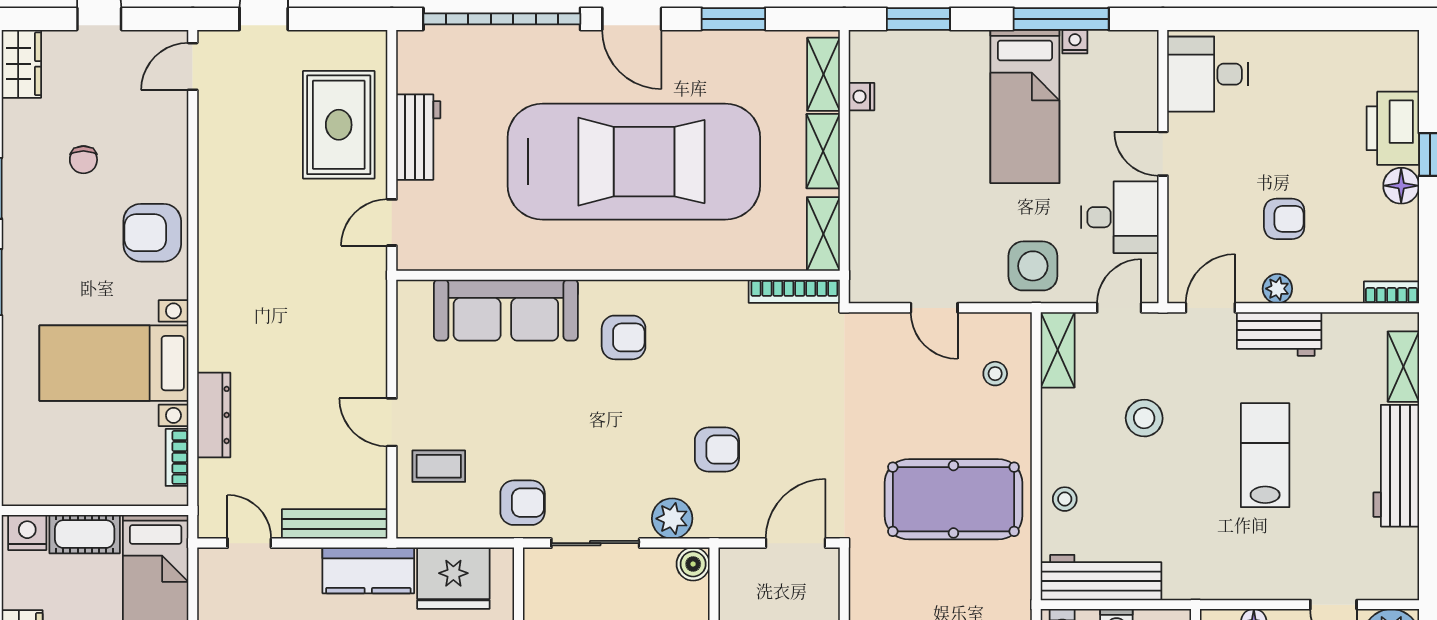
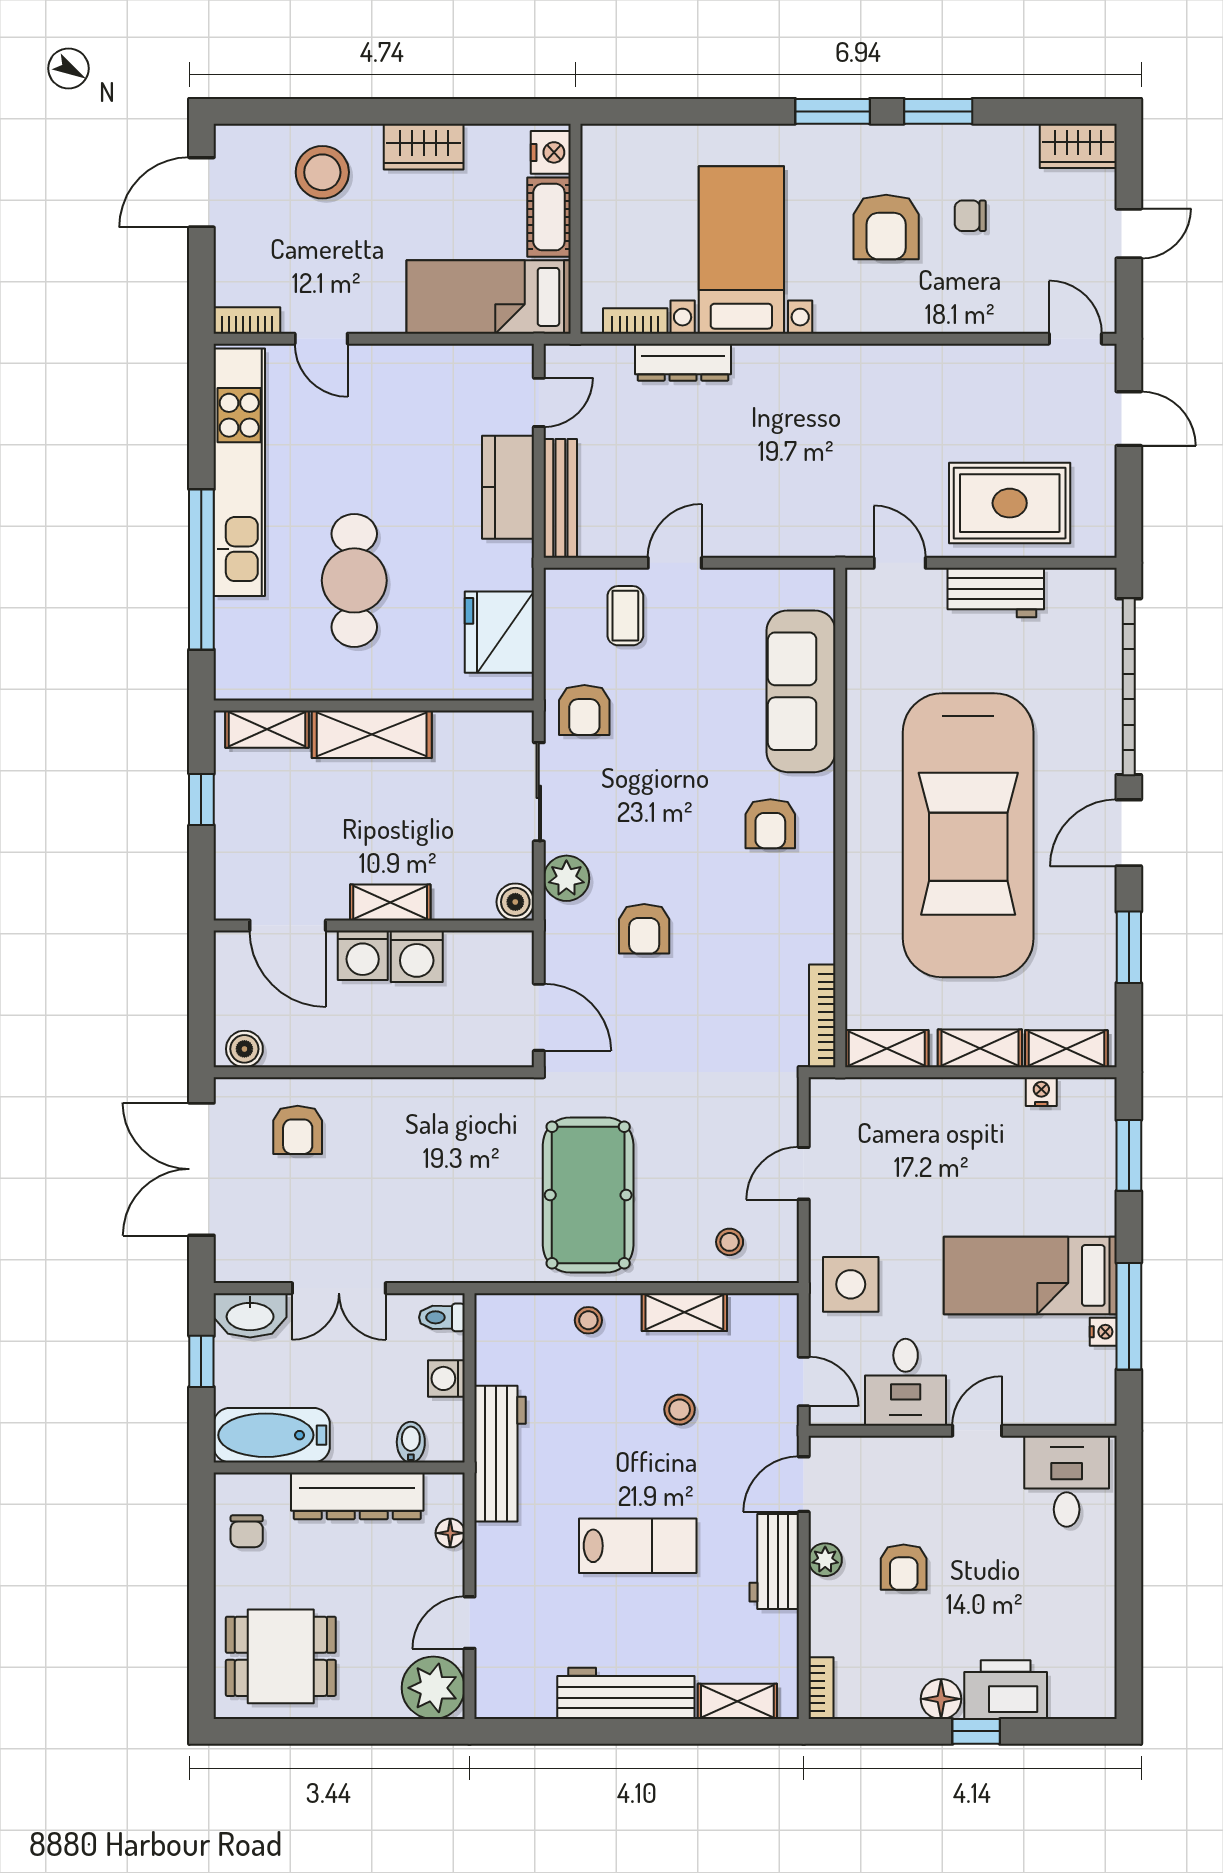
armchair: (152, 233) -> (886, 227), moved, turned 180
door: (1210, 308) -> (804, 1484), swing flipped
shelving: (1058, 350) -> (684, 1312), moved
stool: (1144, 418) -> (680, 1410), width x0.73, depth x0.73
kitchen counter: (368, 570) -> (508, 487), moved
workbench: (1101, 578) -> (500, 1454), moved

